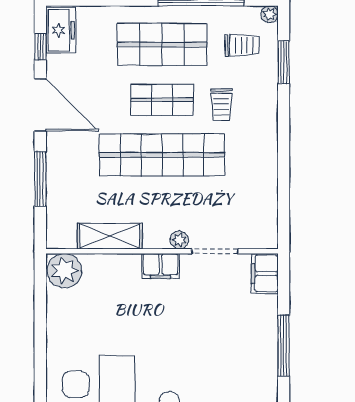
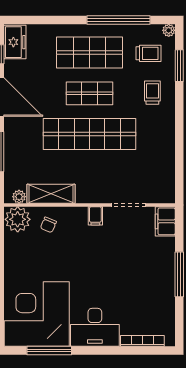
trolley: (221, 104) -> (152, 93), moved, turned 180
plant: (179, 240) -> (19, 197), moved
filing cabinet: (161, 266) -> (95, 216), width x0.50
chair: (106, 278) -> (48, 225), added

